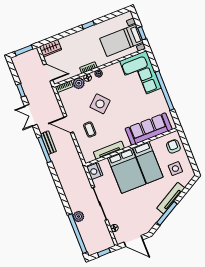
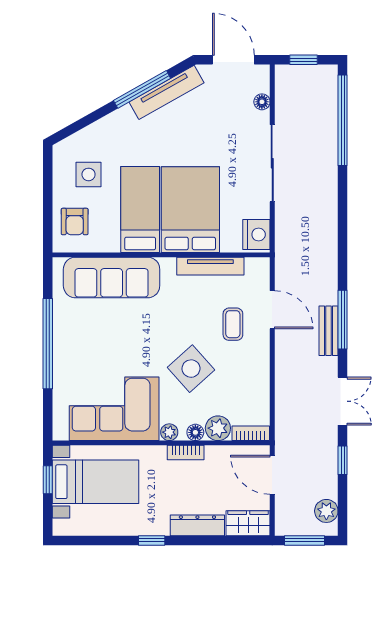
dresser: (71, 39) -> (197, 525), added
corner sofa: (140, 75) -> (114, 409), moved, turned -90
door: (69, 124) -> (272, 310), moved
tv unit: (171, 198) -> (167, 92), moved
plant: (79, 216) -> (326, 511), moved

